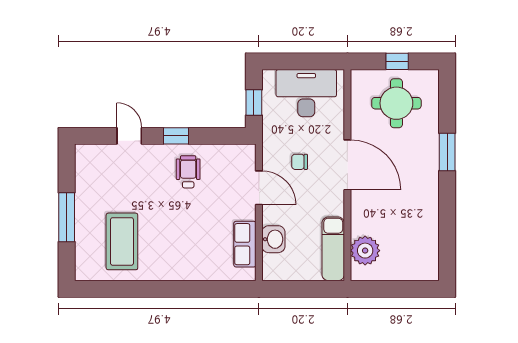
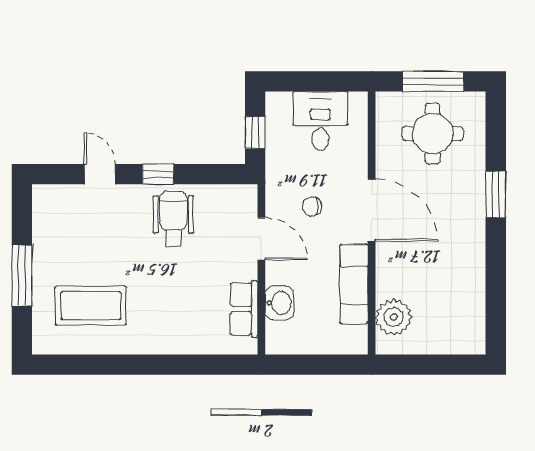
window: (397, 61) -> (433, 81), width x2.17
desk: (306, 93) -> (320, 121), width x0.73
wheelchair: (188, 172) -> (173, 219), width x1.36, depth x1.37
coffee table: (122, 241) -> (91, 306), turned 90
exam couch: (333, 249) -> (354, 284), moved

